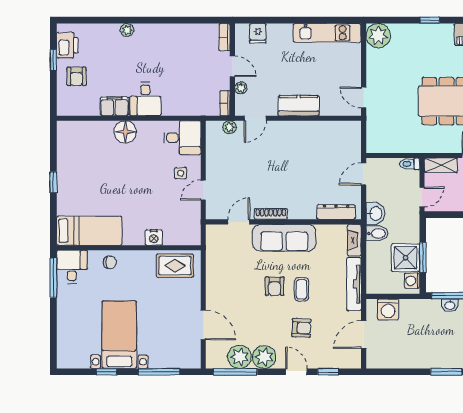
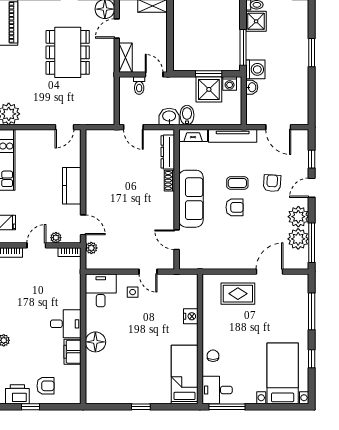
toilet: (410, 164) -> (139, 86), moved
shoe rack: (271, 214) -> (169, 181), moved, width x0.70
rug: (175, 266) -> (238, 294), moved, turned 90
washbasin: (450, 305) -> (252, 87), moved
washing machine: (388, 309) -> (255, 69), moved
bed with nightstands: (119, 335) -> (283, 373), moved, turned 90

